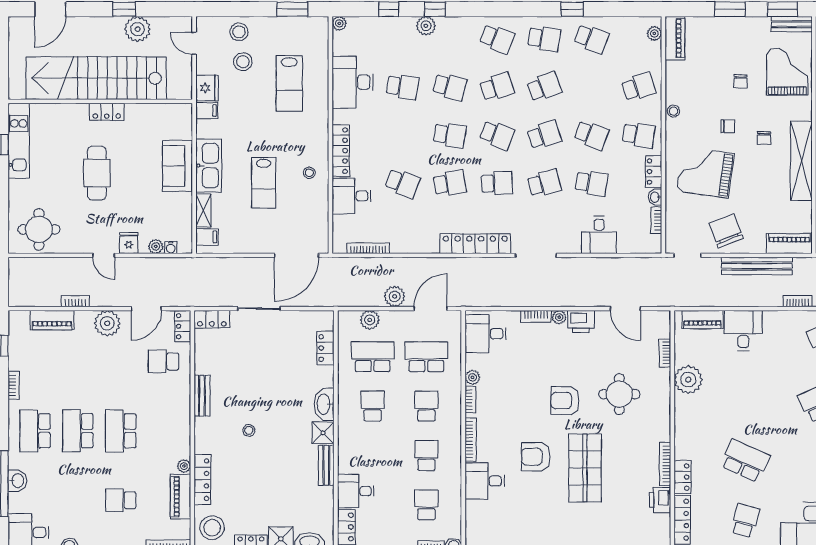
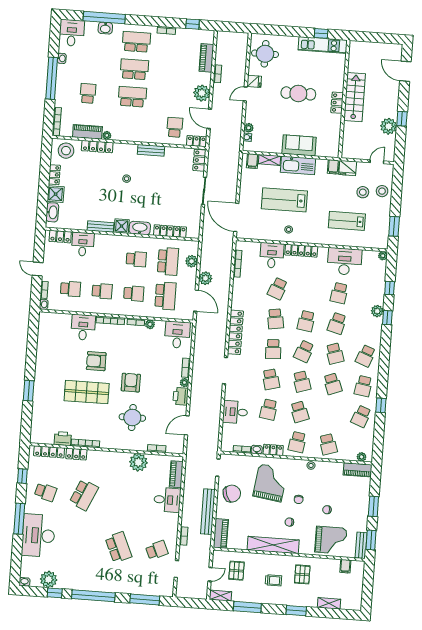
stairs: (96, 78) -> (355, 97), width x0.54, depth x0.66
school desk: (591, 135) -> (300, 412), turned -42
lab bench: (264, 183) -> (284, 200), width x1.36, depth x1.39
fridge: (129, 243) -> (254, 81), moved
locker: (325, 348) -> (170, 231), width x1.53
armchair: (536, 457) -> (96, 361), turned -90

